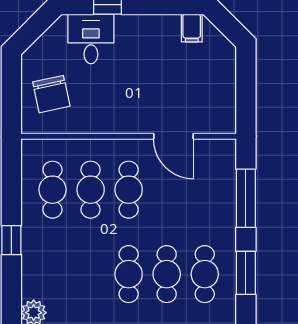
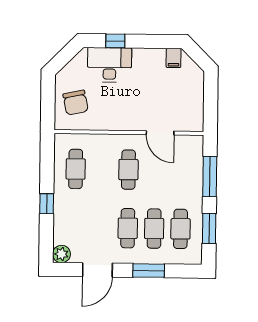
desk: (91, 39) -> (110, 65), width x1.37
cafe table: (91, 190) -> (102, 169), removed

